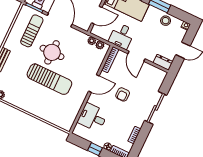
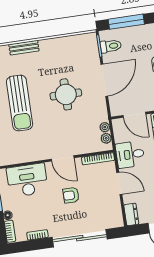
sun lounger: (32, 31) -> (74, 59), removed
door: (136, 56) -> (119, 183), swing flipped
sun lounger: (49, 79) -> (20, 103), moved
sliding door: (156, 108) -> (80, 238), width x1.36
desk: (93, 117) -> (27, 180), width x1.37

